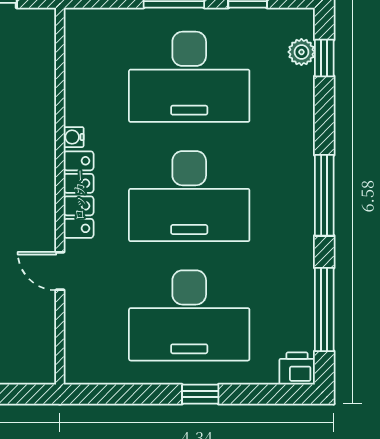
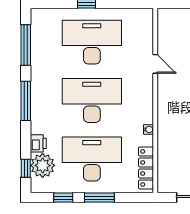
plant: (301, 52) -> (43, 165), width x1.88, depth x1.88
locker: (79, 195) -> (146, 168), moved
printer: (297, 369) -> (38, 143), moved, turned -90

